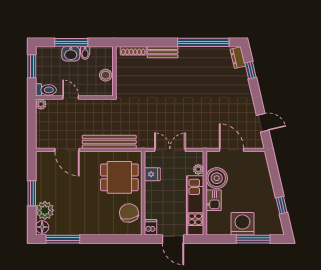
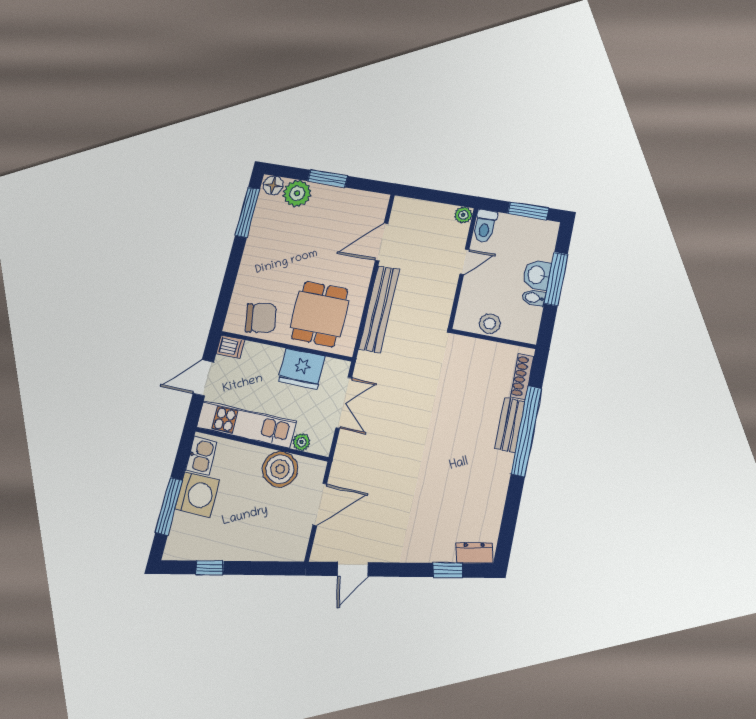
window: (203, 42) -> (526, 431), moved
fridge: (152, 174) -> (302, 369), width x1.88, depth x1.34
kitchen sink: (214, 200) -> (201, 456), moved, turned -90

